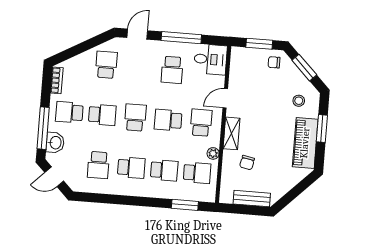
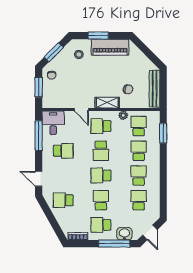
window: (181, 38) -> (39, 136), moved
school desk: (69, 112) -> (101, 225), turned 90
school desk: (98, 165) -> (139, 200), turned -90
bench: (252, 199) -> (155, 89), width x1.36

